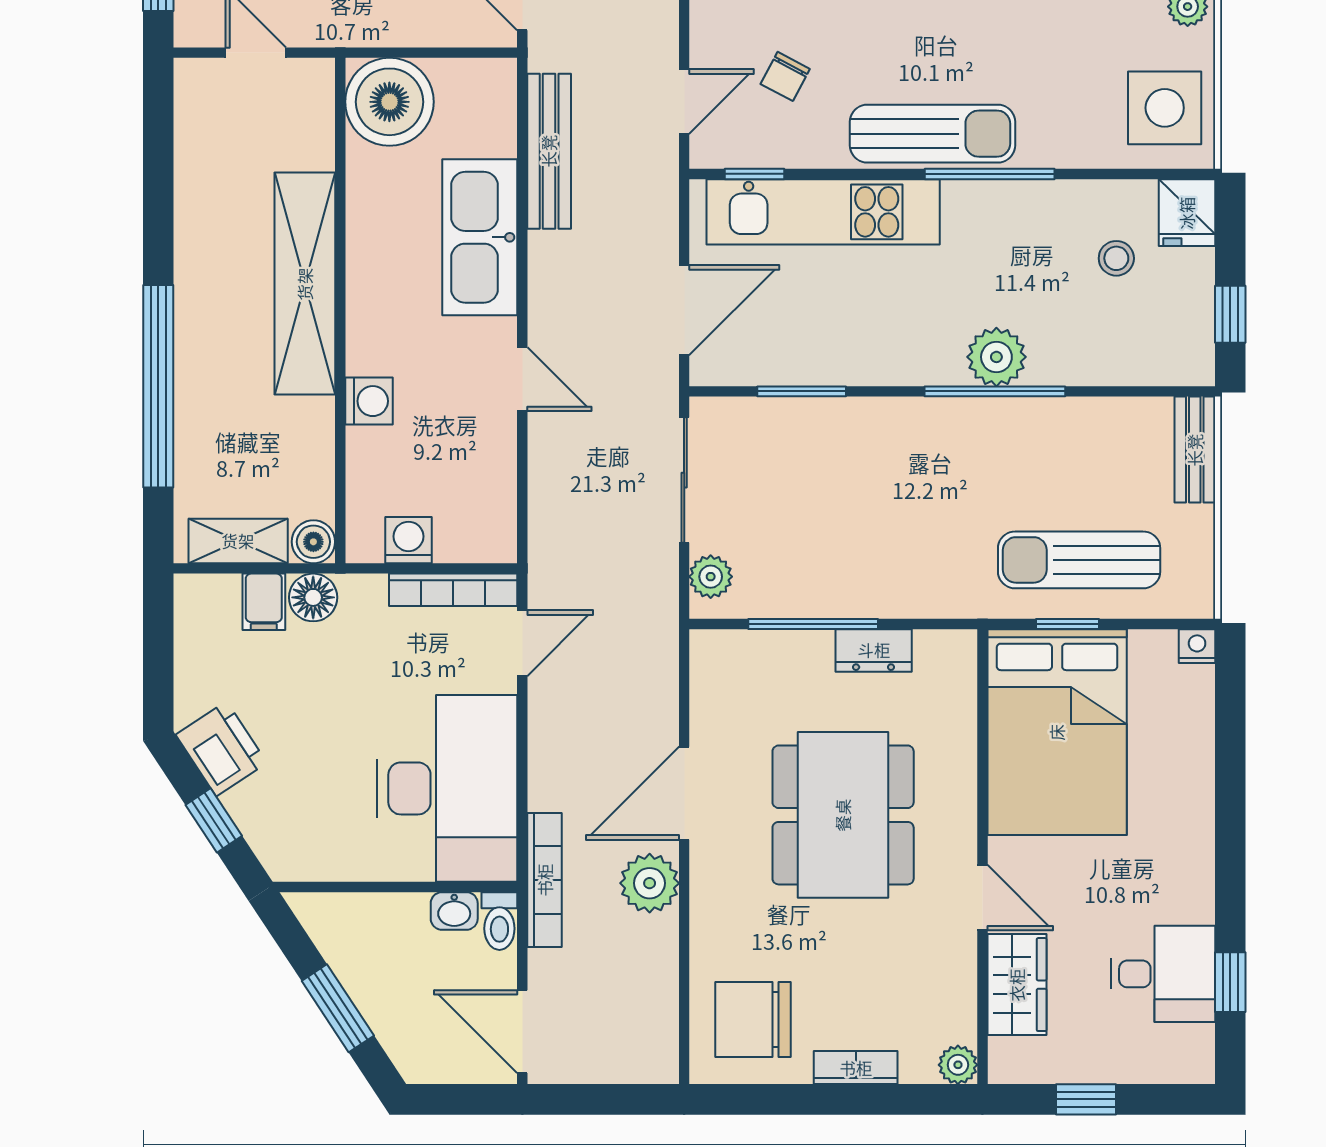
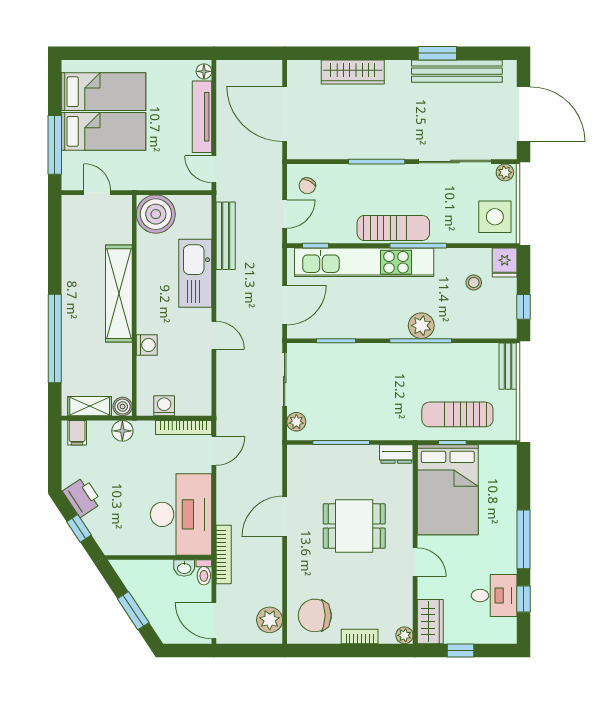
chair: (785, 76) -> (307, 186), moved
kitchen unit: (823, 212) -> (364, 262), width x1.36
filing cabinet: (264, 602) -> (77, 433), moved
nightstand: (1197, 646) -> (509, 452), removed
dresser: (874, 650) -> (396, 454), moved
dining table: (843, 815) -> (354, 526), width x0.73
window: (1230, 846) -> (524, 539), added
plant: (650, 883) -> (270, 620), moved
wardrobe: (1017, 985) -> (430, 622), moved

